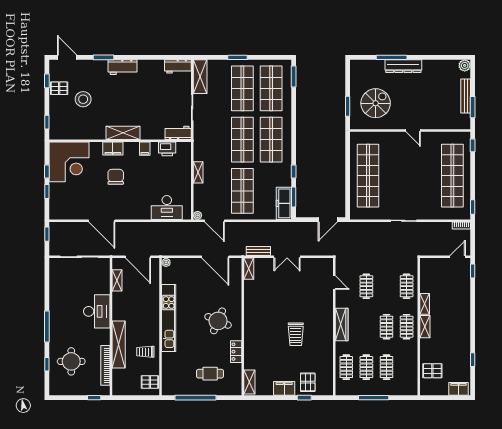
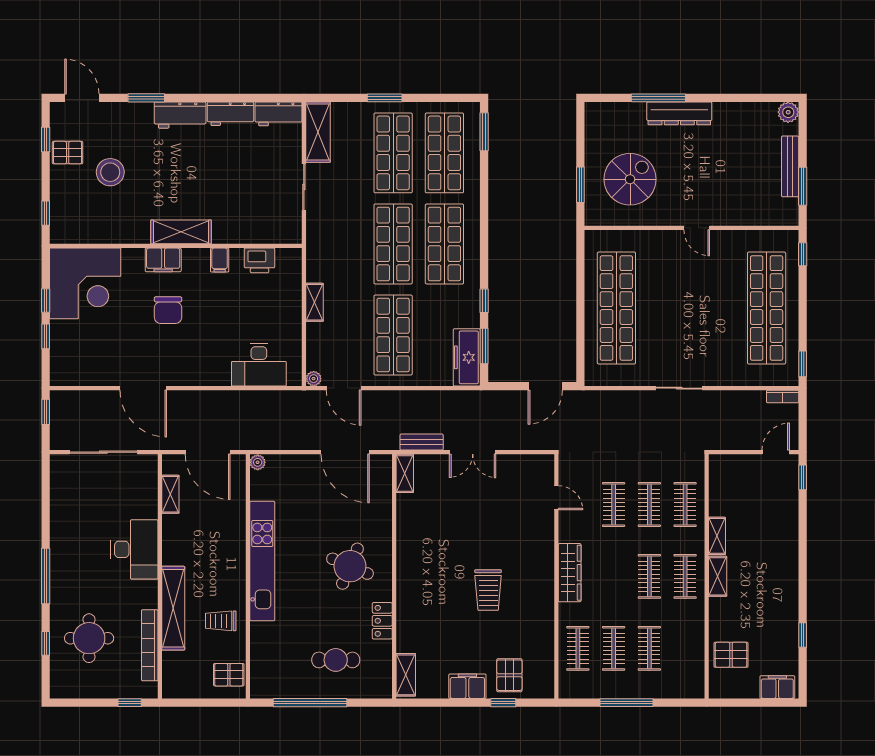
workbench: (178, 133) -> (230, 114), moved, turned 180
chair: (116, 177) -> (168, 310), turned 180
clothes rail: (386, 286) -> (649, 504), added

